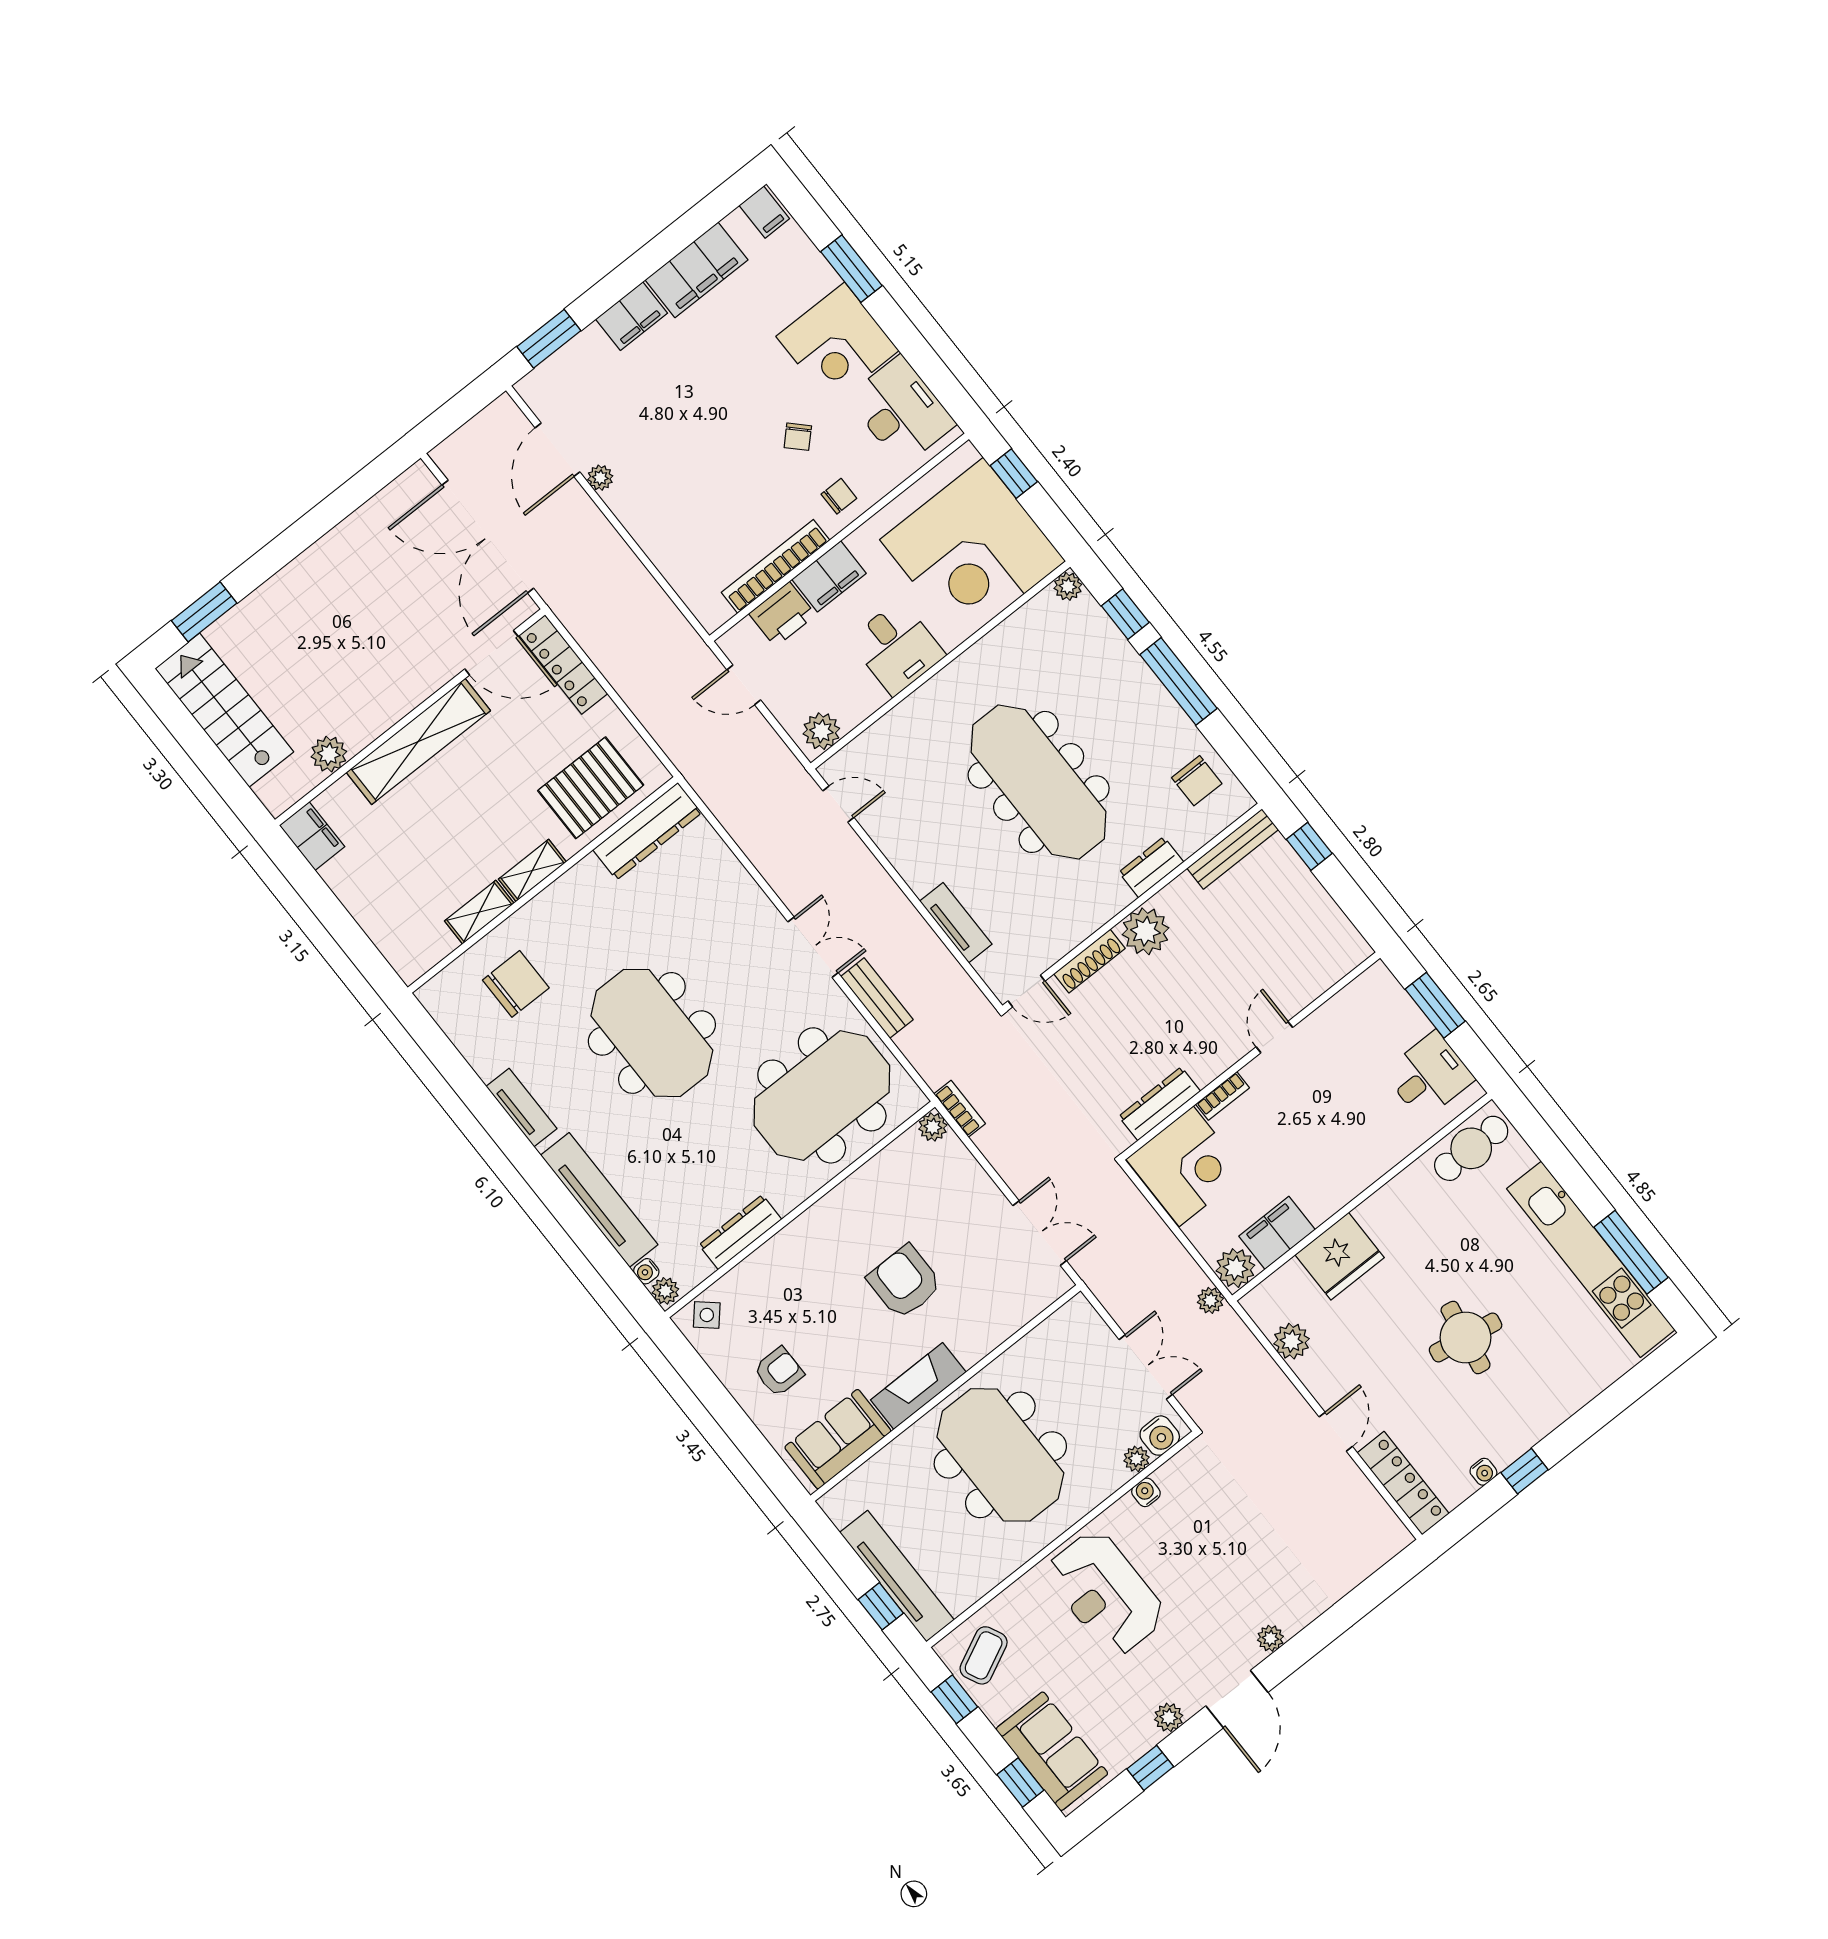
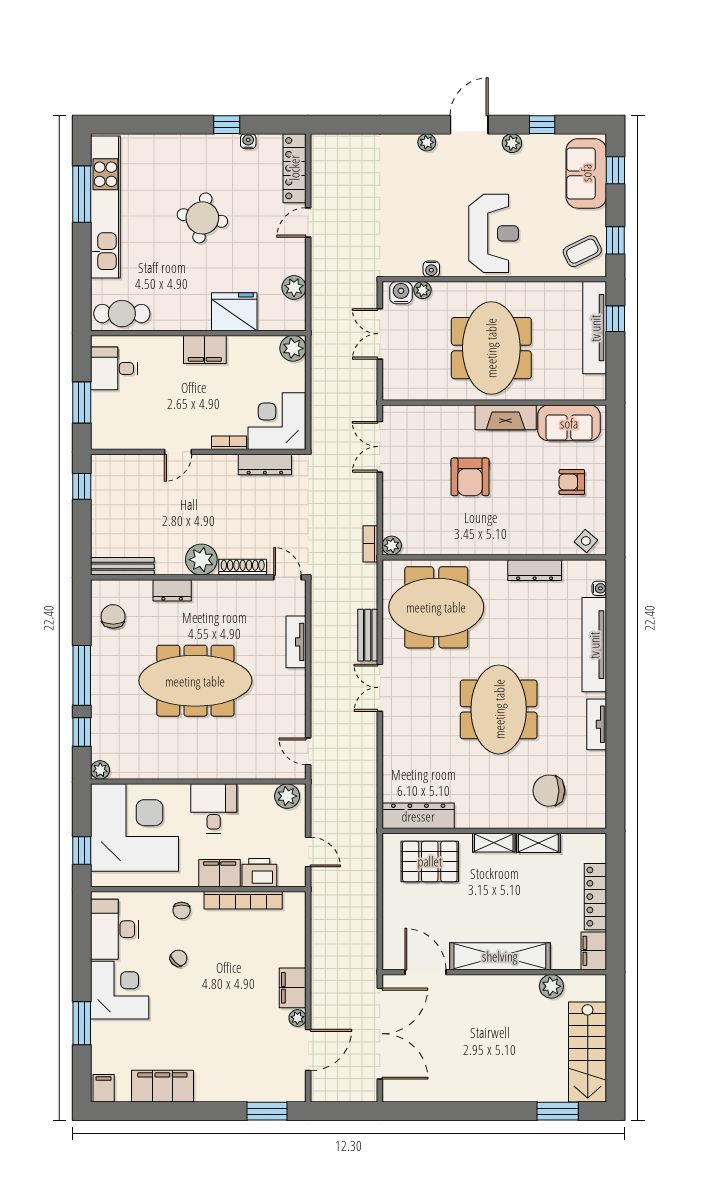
filing cabinet: (632, 316) -> (293, 988), moved, turned -90
chair: (839, 496) -> (182, 911), turned -90
locker: (563, 664) -> (595, 897), moved, turned 180
meeting table: (1039, 782) -> (195, 681), turned 90
window: (1309, 846) -> (82, 486), moved
filing cabinet: (1277, 1233) -> (205, 349), moved
plant: (665, 1291) -> (597, 570), removed
plant: (1210, 1300) -> (319, 342), removed

